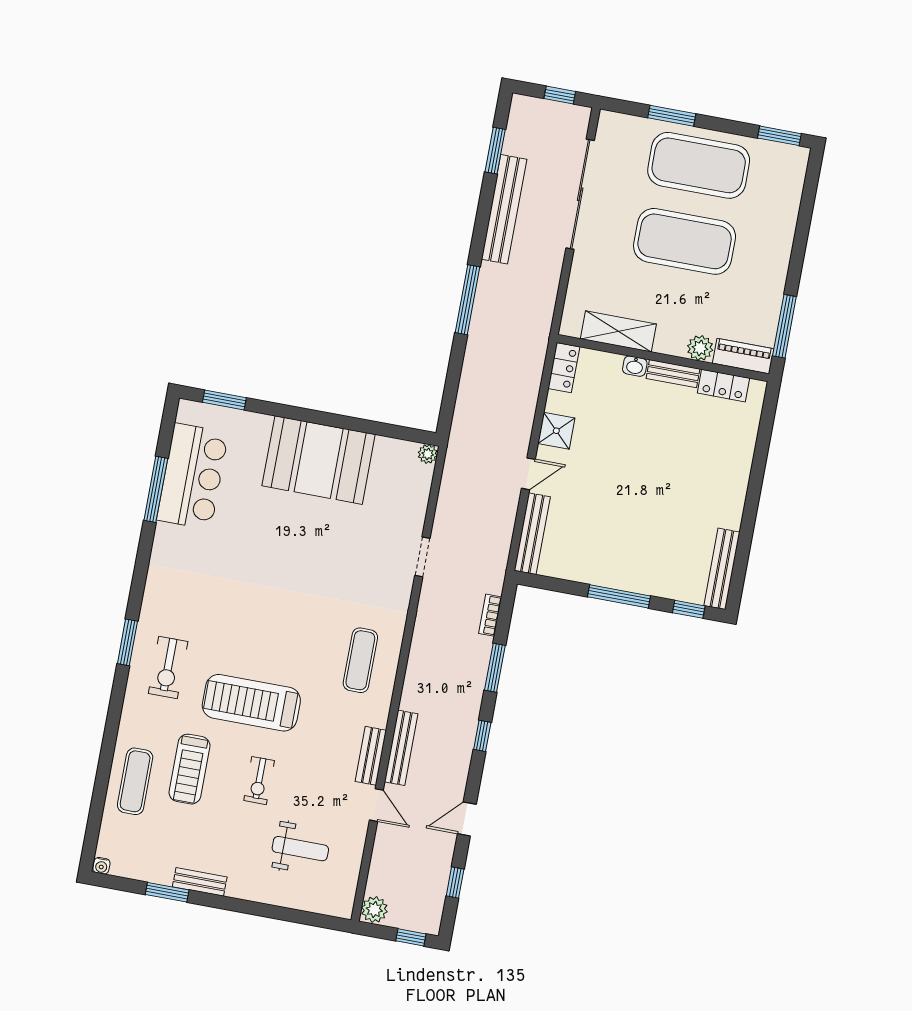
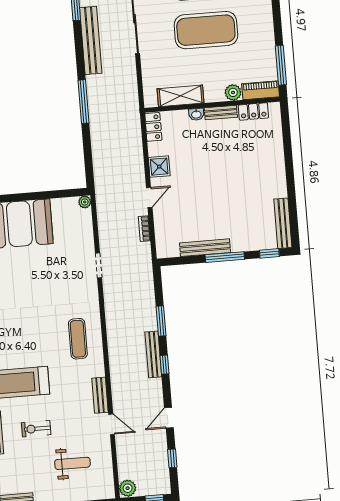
bench: (532, 534) -> (205, 248), moved, turned 90
bookcase: (490, 615) -> (144, 229), moved
bench: (401, 748) -> (153, 354), moved
exercise bike: (259, 781) -> (36, 429), turned 90

